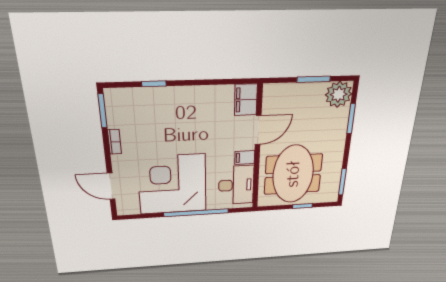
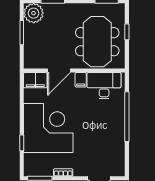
door: (258, 130) -> (59, 71), swing flipped
meeting table: (293, 174) -> (97, 42), turned 90
corner desk: (172, 184) -> (48, 128), moved, turned 180

